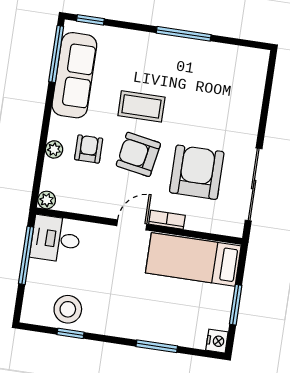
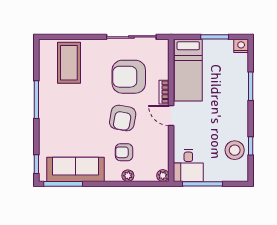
coffee table: (141, 106) -> (69, 63), moved, width x1.36, depth x1.32

